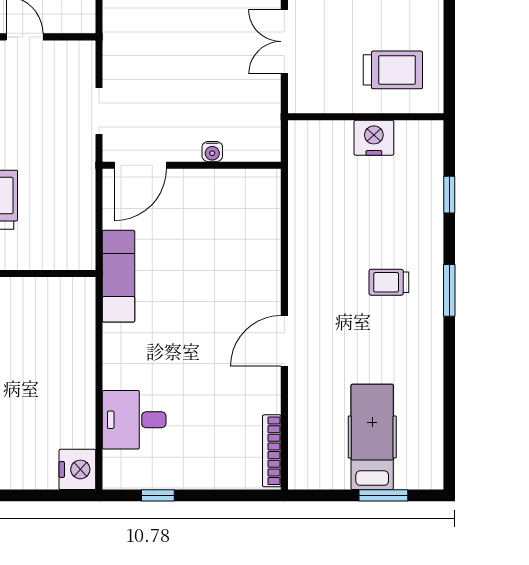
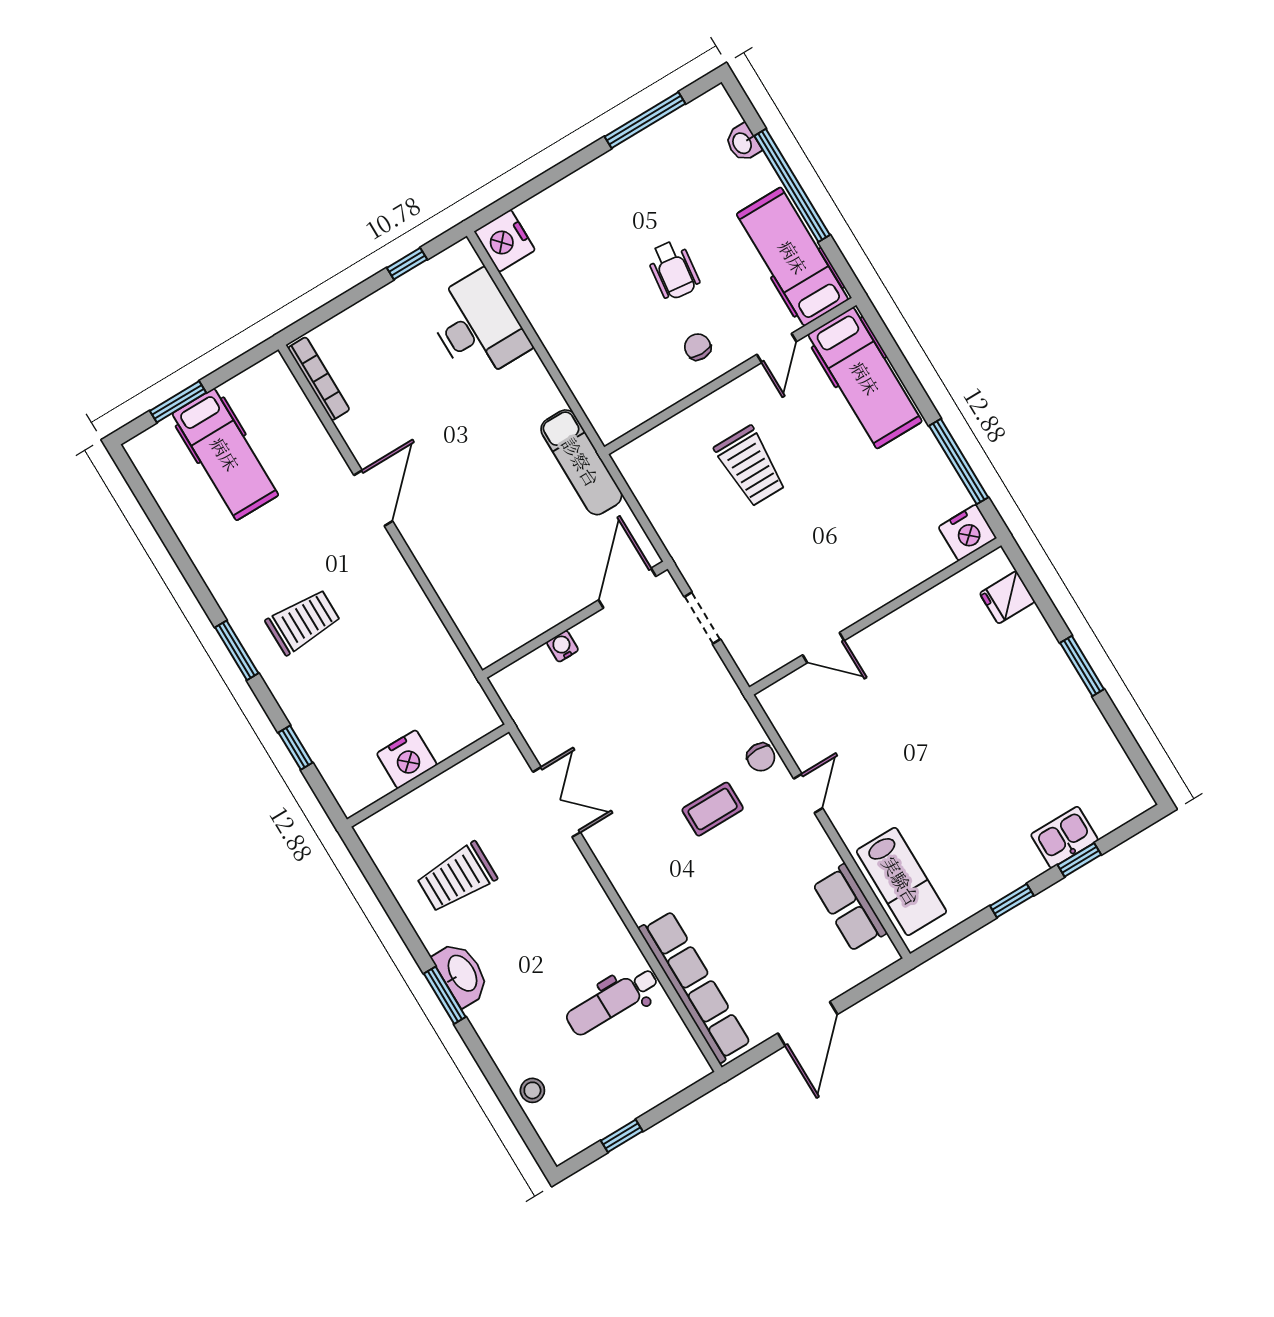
trolley: (393, 70) -> (457, 877), moved
trolley: (389, 282) -> (303, 622), width x1.36, depth x1.39
desk: (134, 420) -> (477, 326), width x1.37

